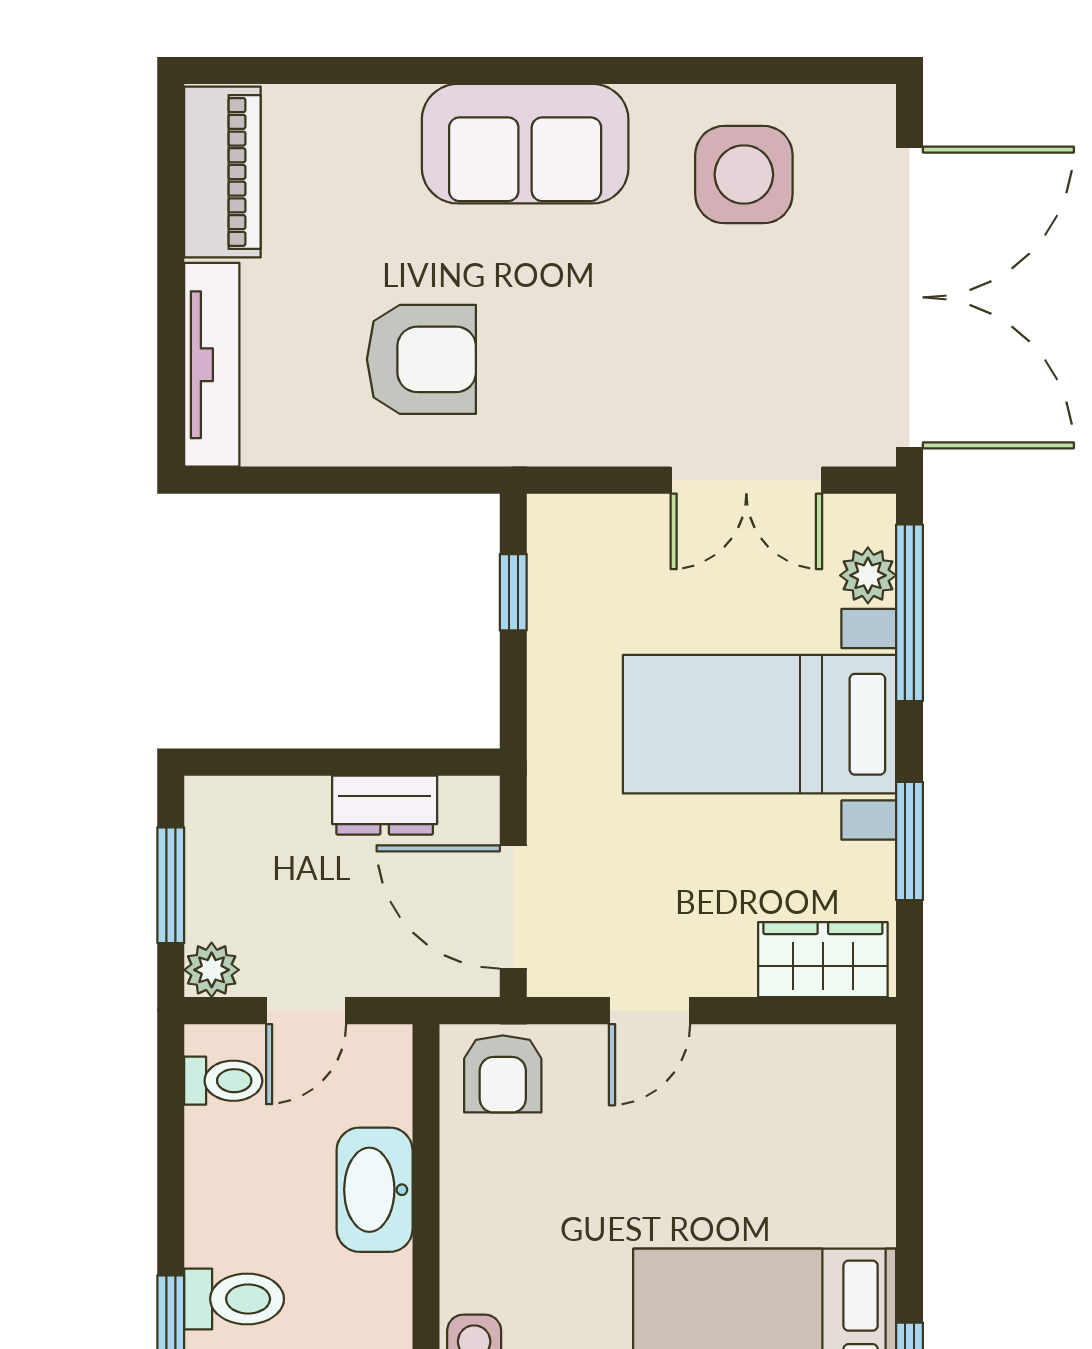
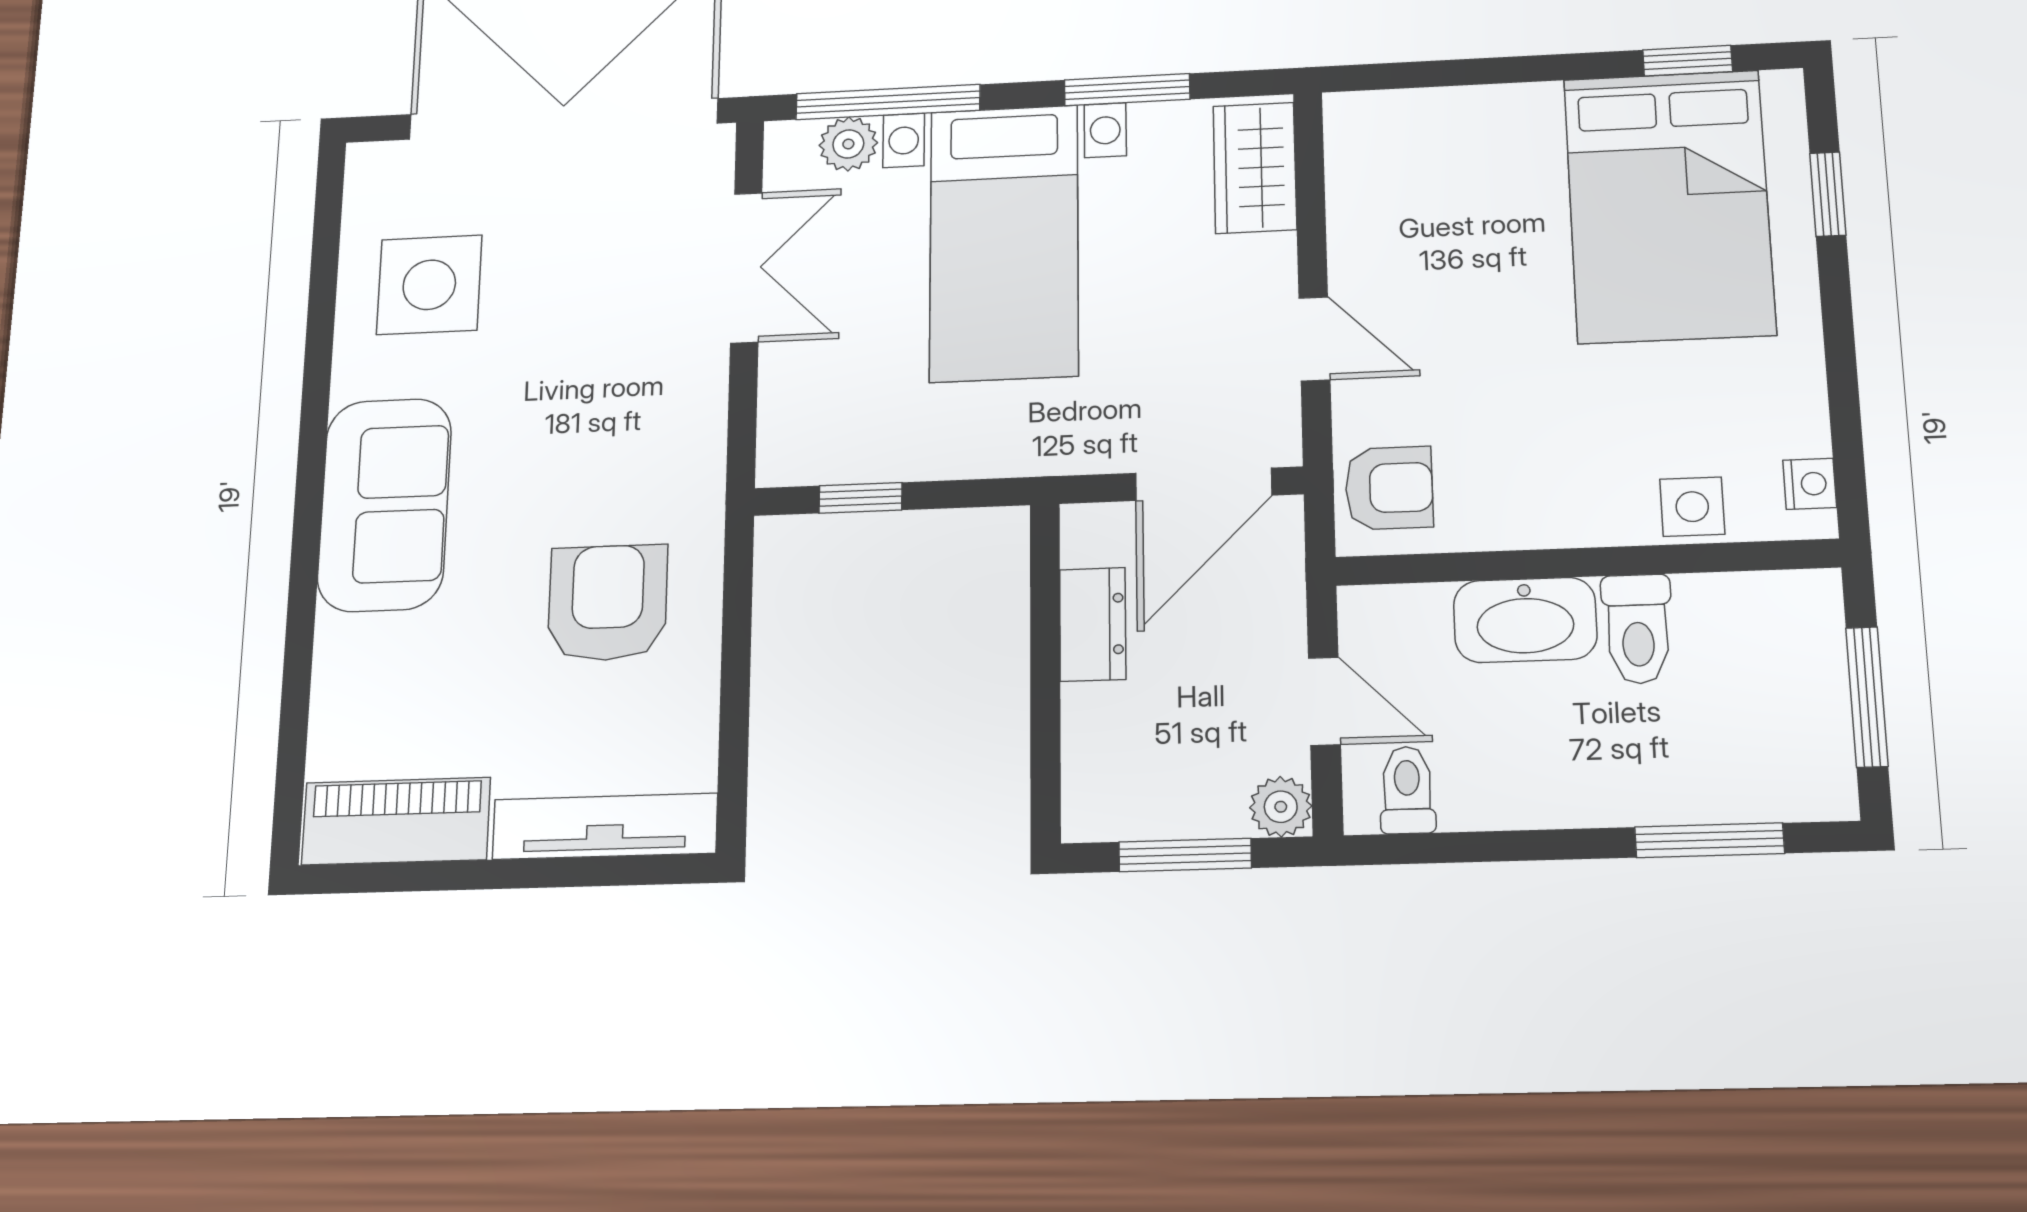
toilet: (234, 1299) -> (1638, 629), moved, turned 180

